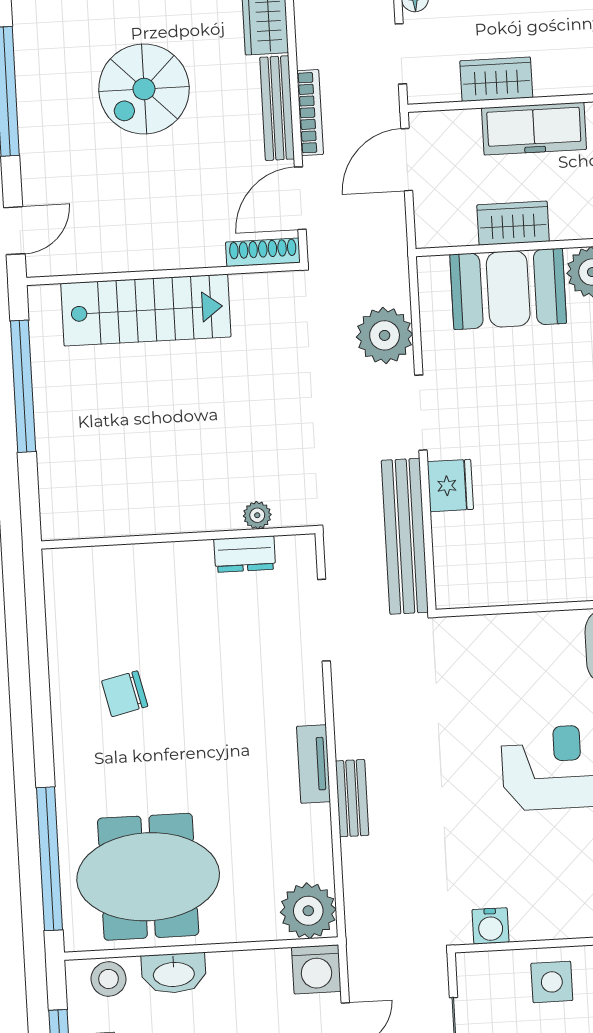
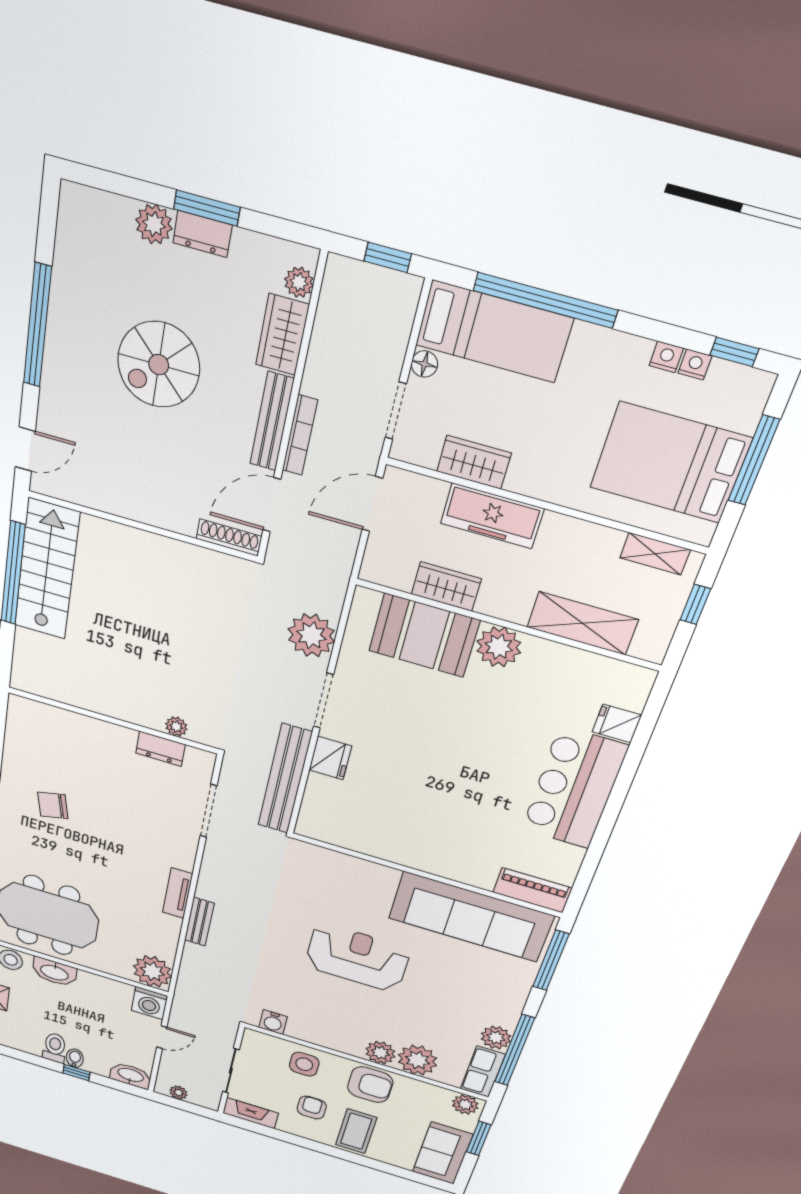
stairs: (146, 310) -> (47, 570), moved, turned -90

